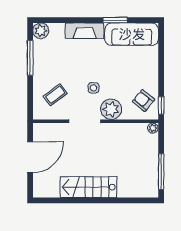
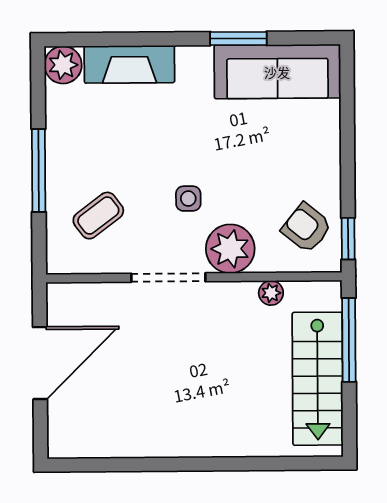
fireplace: (85, 31) -> (129, 64), moved
window: (30, 58) -> (39, 170), moved
plant: (153, 128) -> (271, 293), moved
window: (161, 172) -> (349, 340), moved
stairs: (89, 187) -> (318, 379), moved, turned -90

